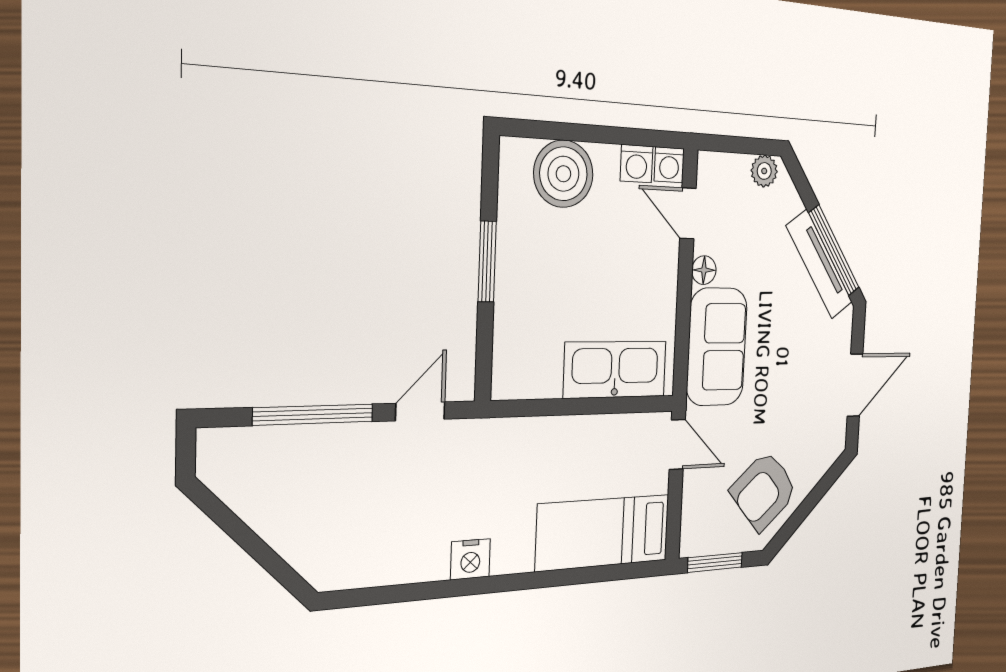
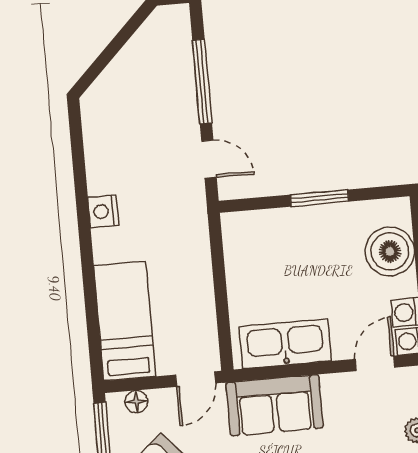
floor lamp: (704, 270) -> (136, 402), moved
kitchen sink: (615, 370) -> (285, 344), moved, turned -90

